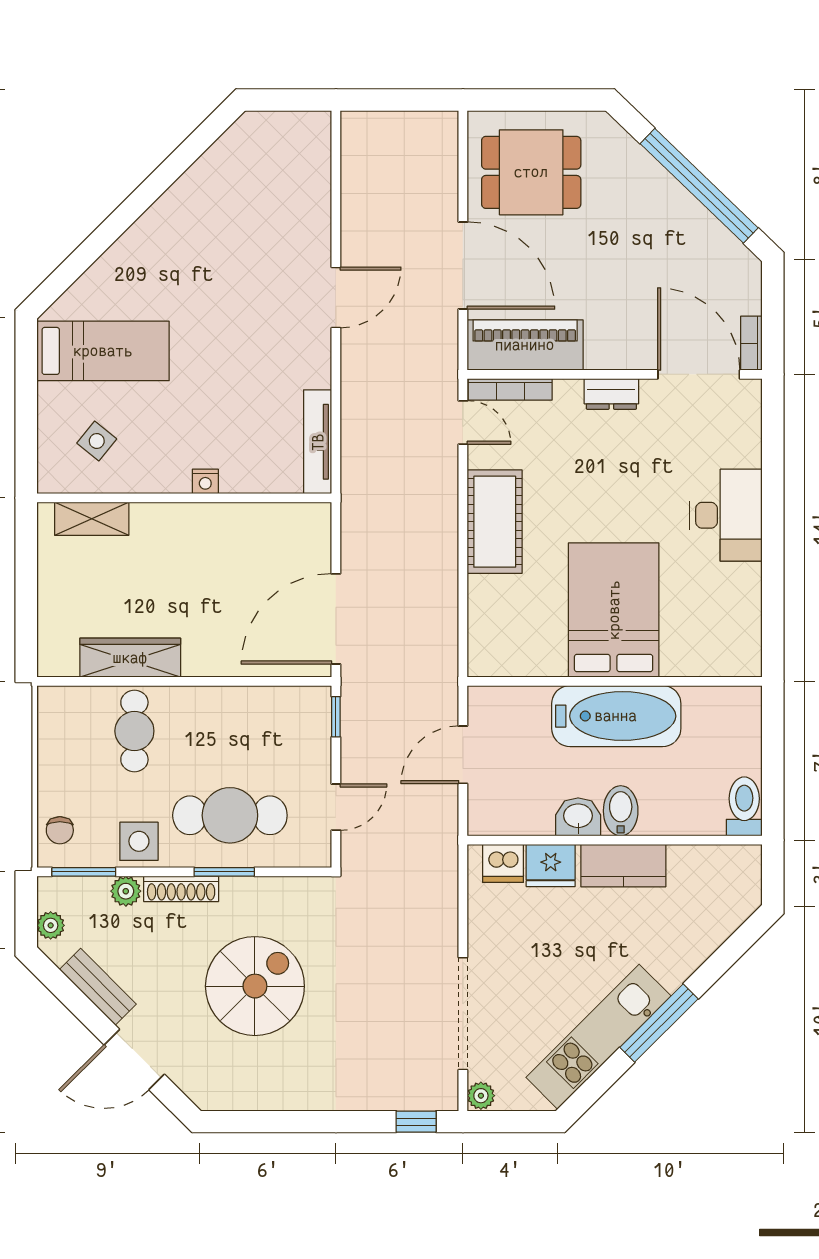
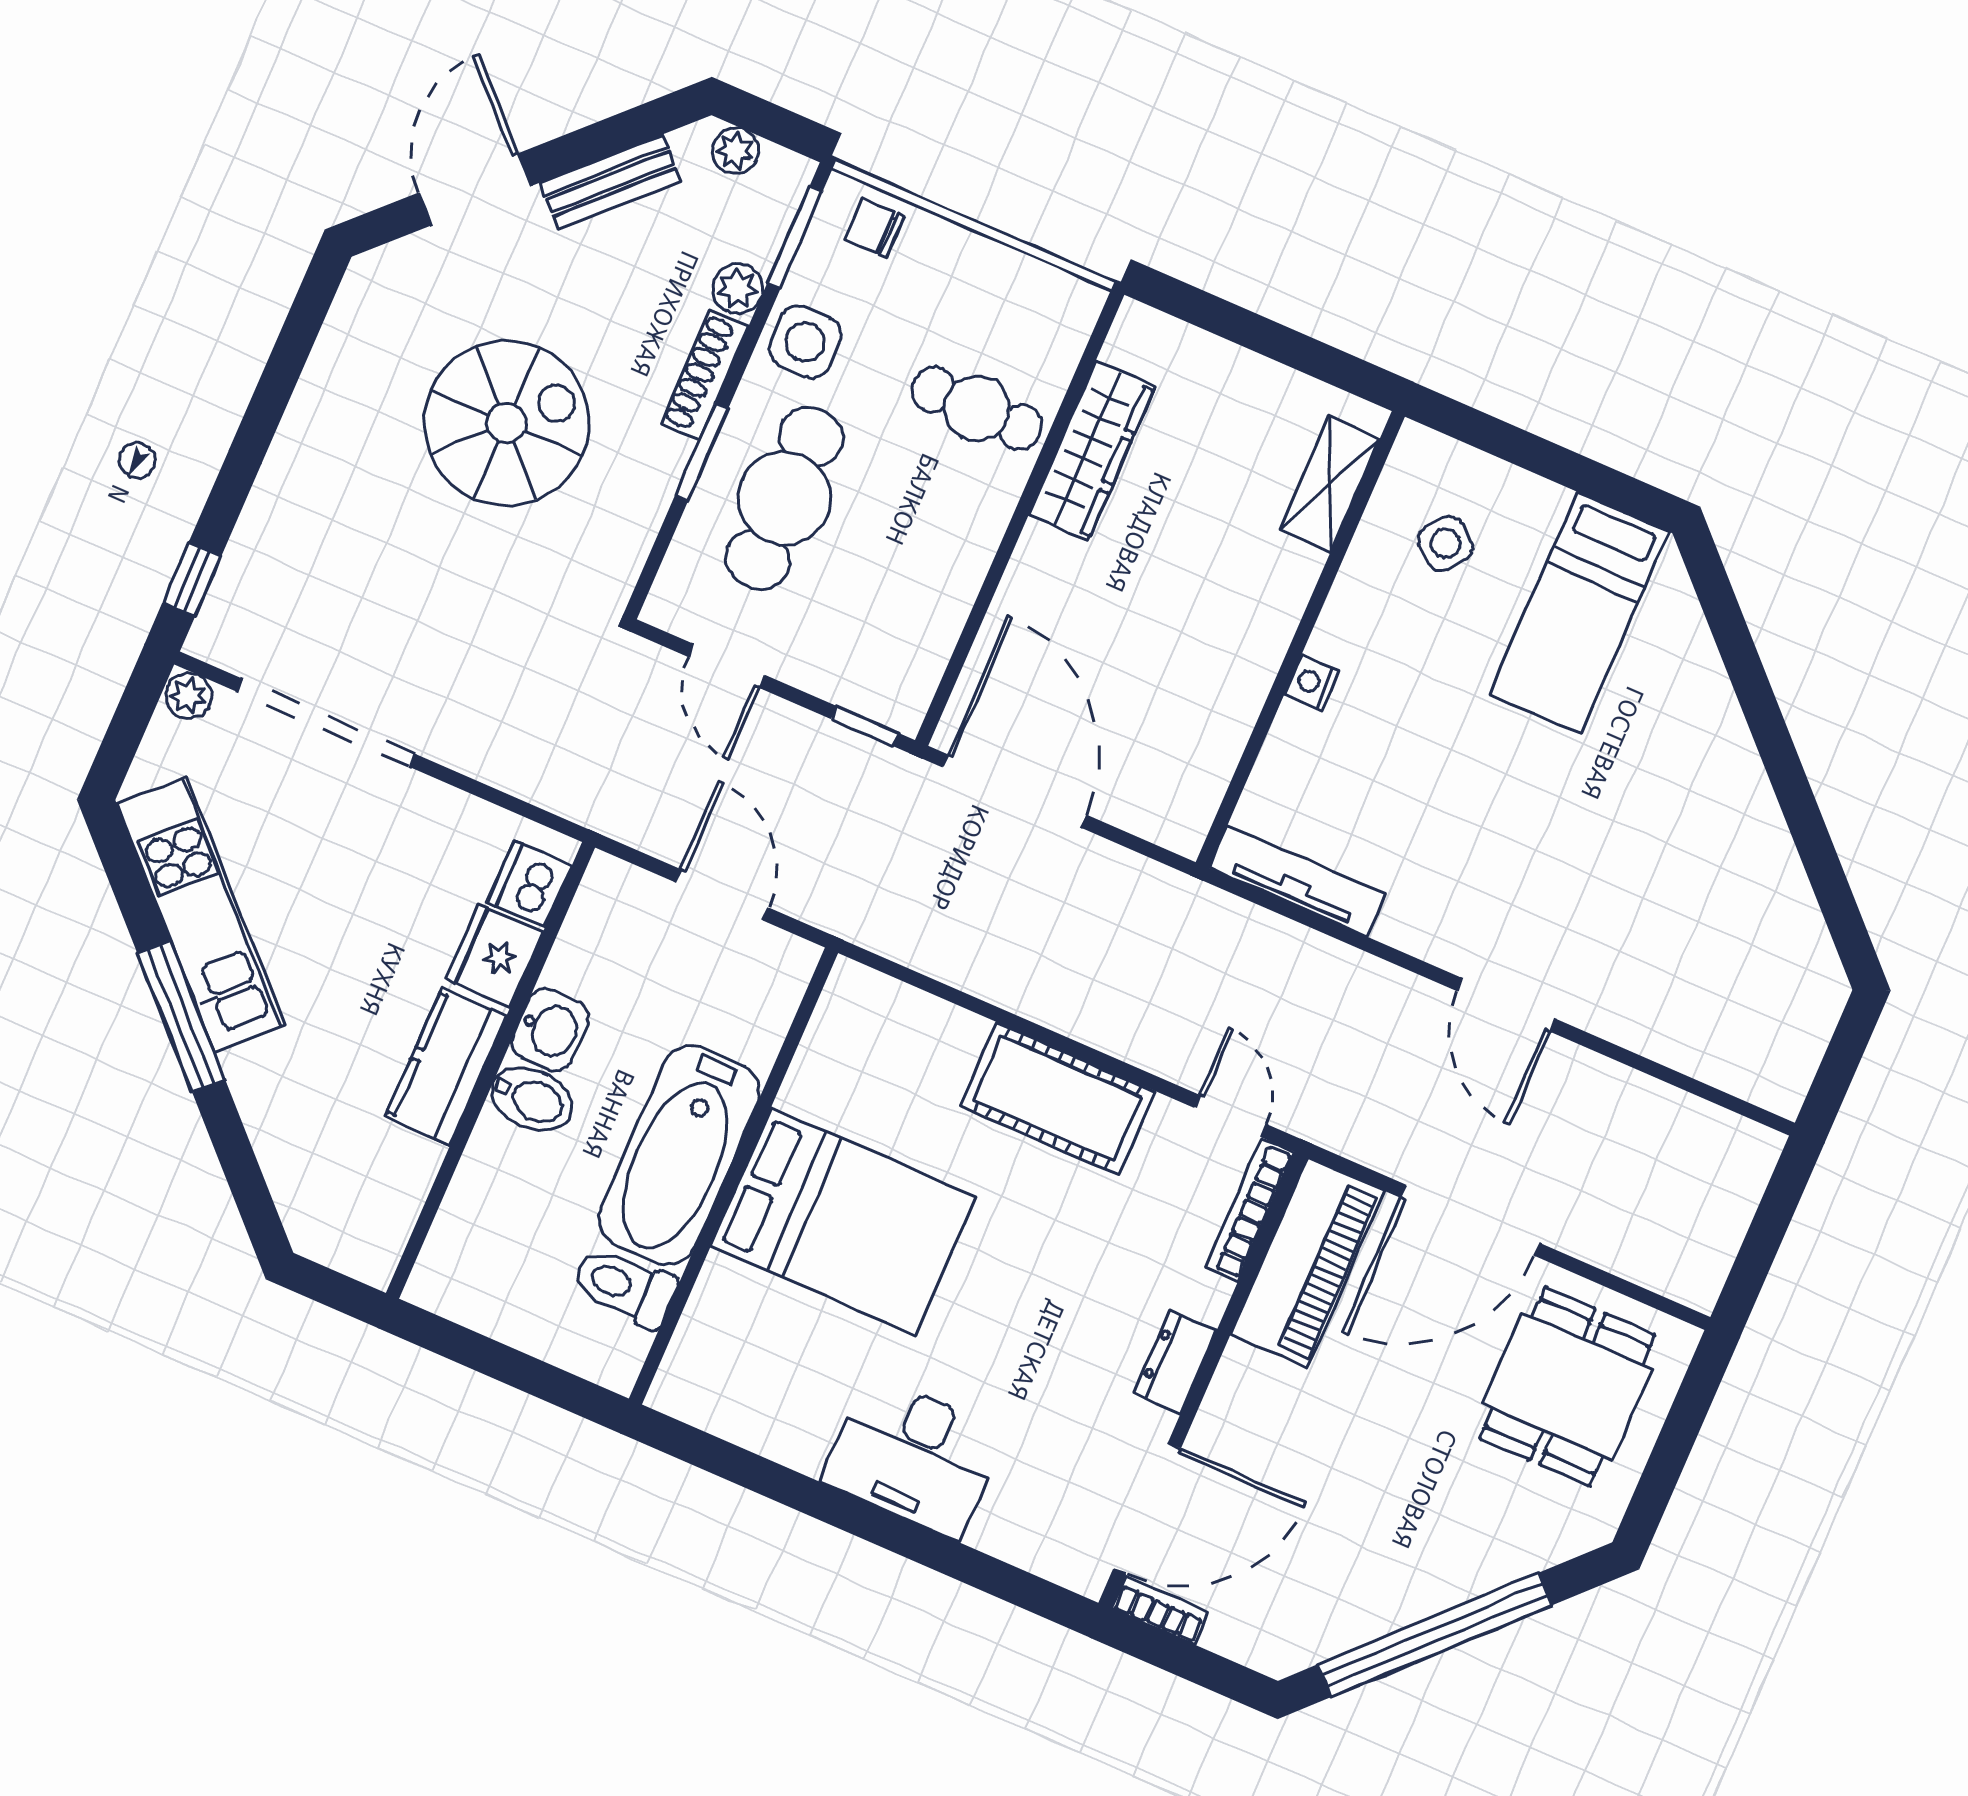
door: (463, 422) -> (1230, 1116), swing flipped
toilet: (744, 806) -> (624, 1287), moved, turned 180
spiral stairs: (255, 986) -> (507, 423), turned -90

